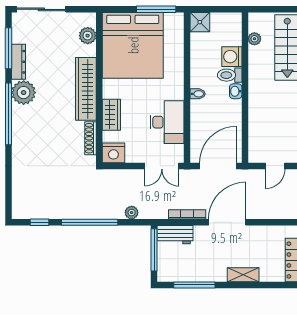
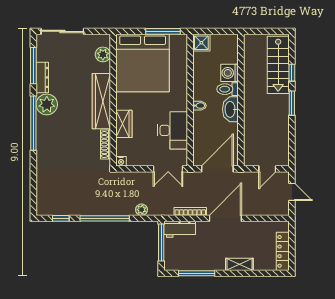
plant: (254, 39) -> (249, 57), removed
washbasin: (236, 91) -> (230, 109), width x1.91, depth x1.45
nightstand: (113, 153) -> (121, 161), width x0.53, depth x0.56

